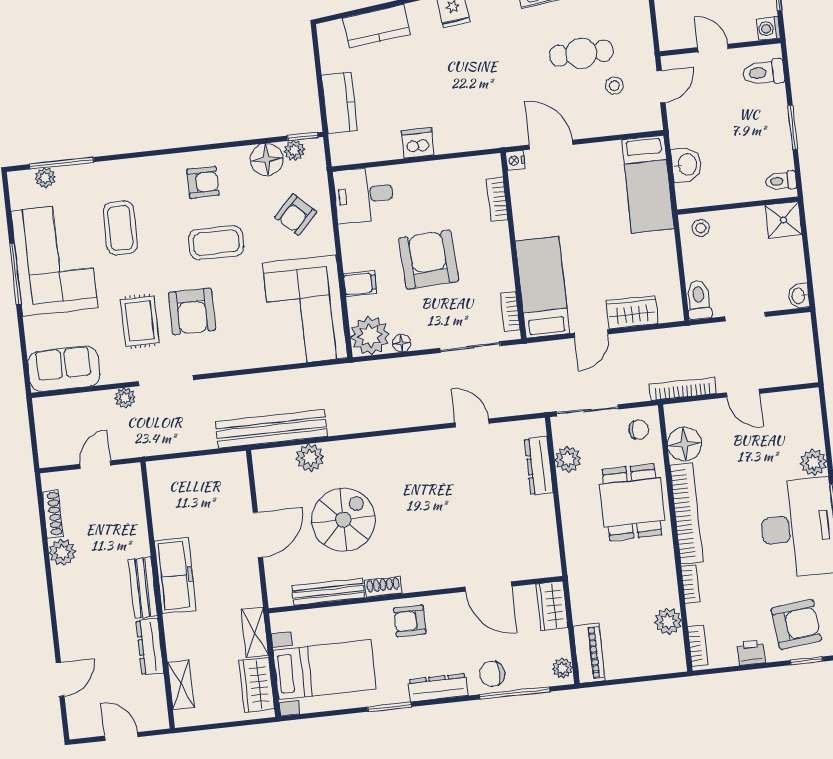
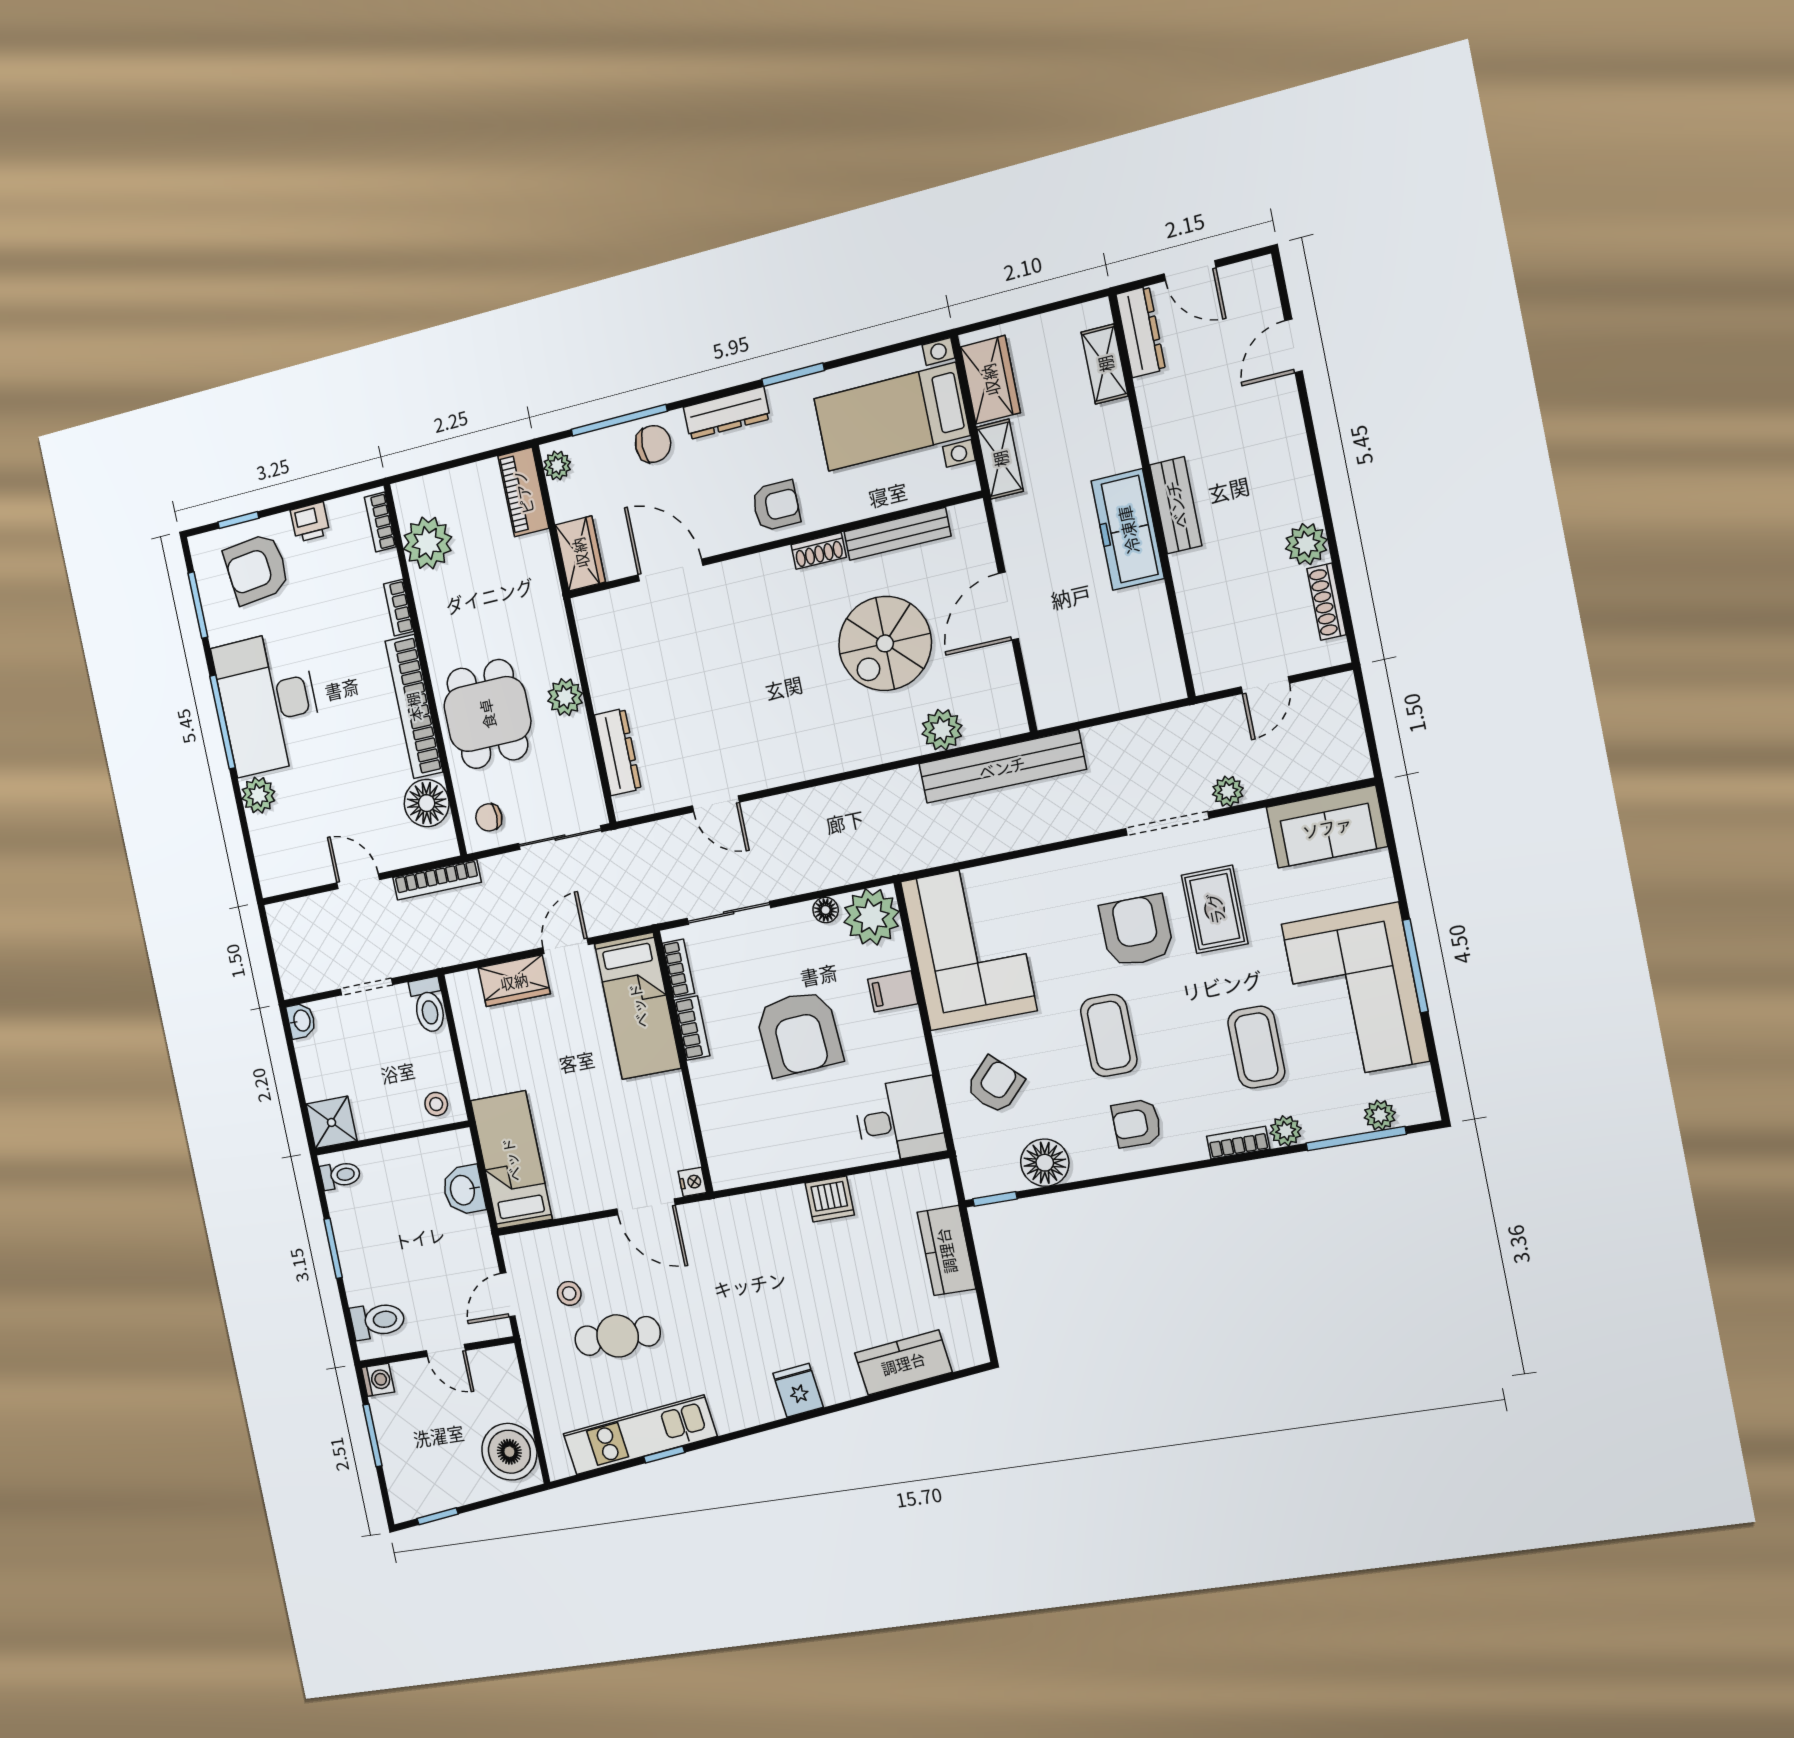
plant: (294, 150) -> (1286, 1131), moved
bookcase: (137, 165) -> (1238, 1143), added
bookcase: (497, 199) -> (692, 1028), moved
coffee table: (216, 243) -> (1109, 1035), turned 90
plant: (568, 459) -> (565, 697), moved
plant: (668, 621) -> (428, 543), width x1.36, depth x1.36
dresser: (150, 647) -> (1141, 332), moved

